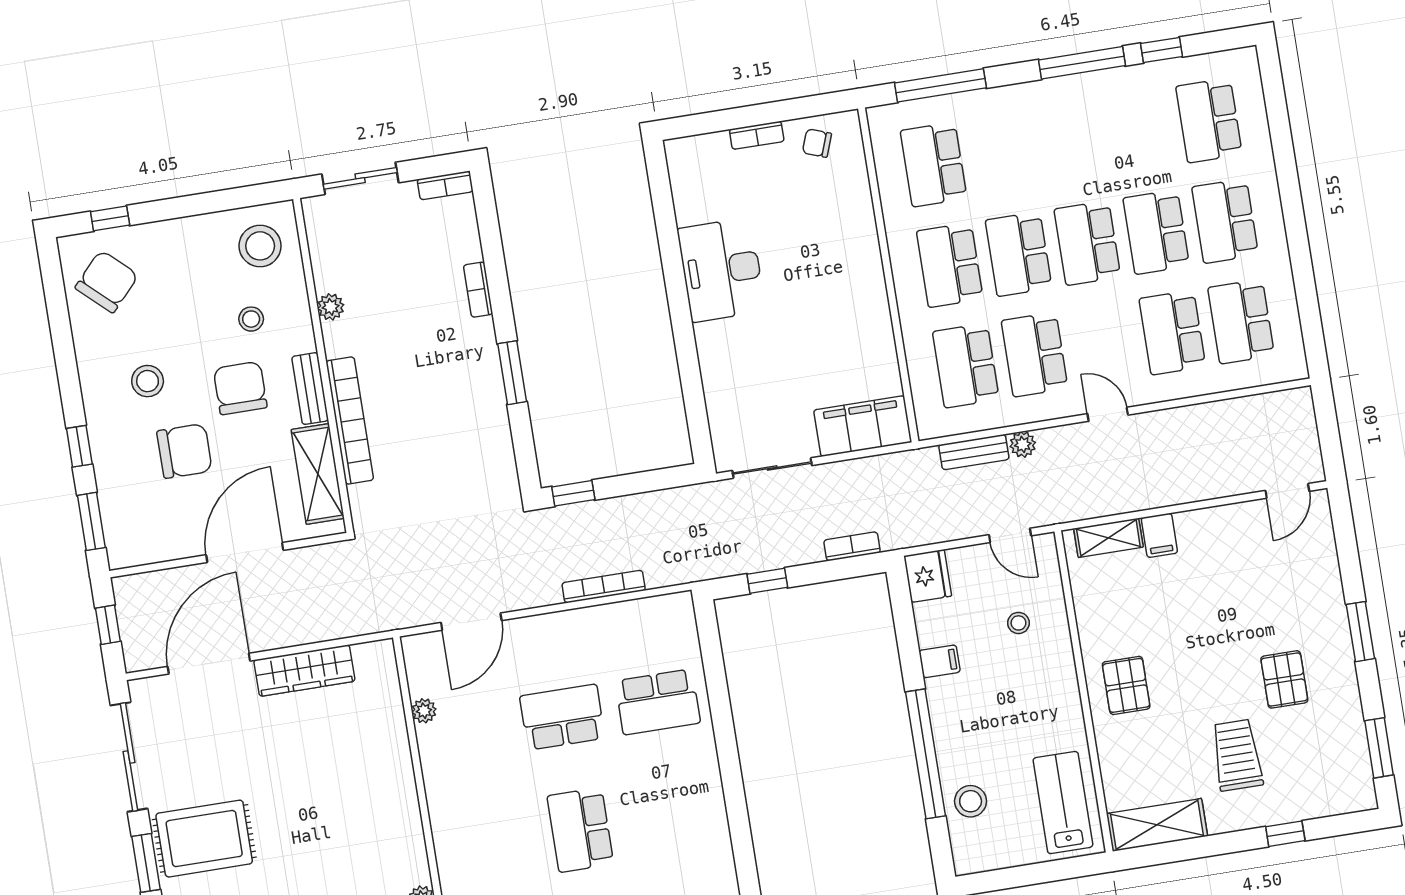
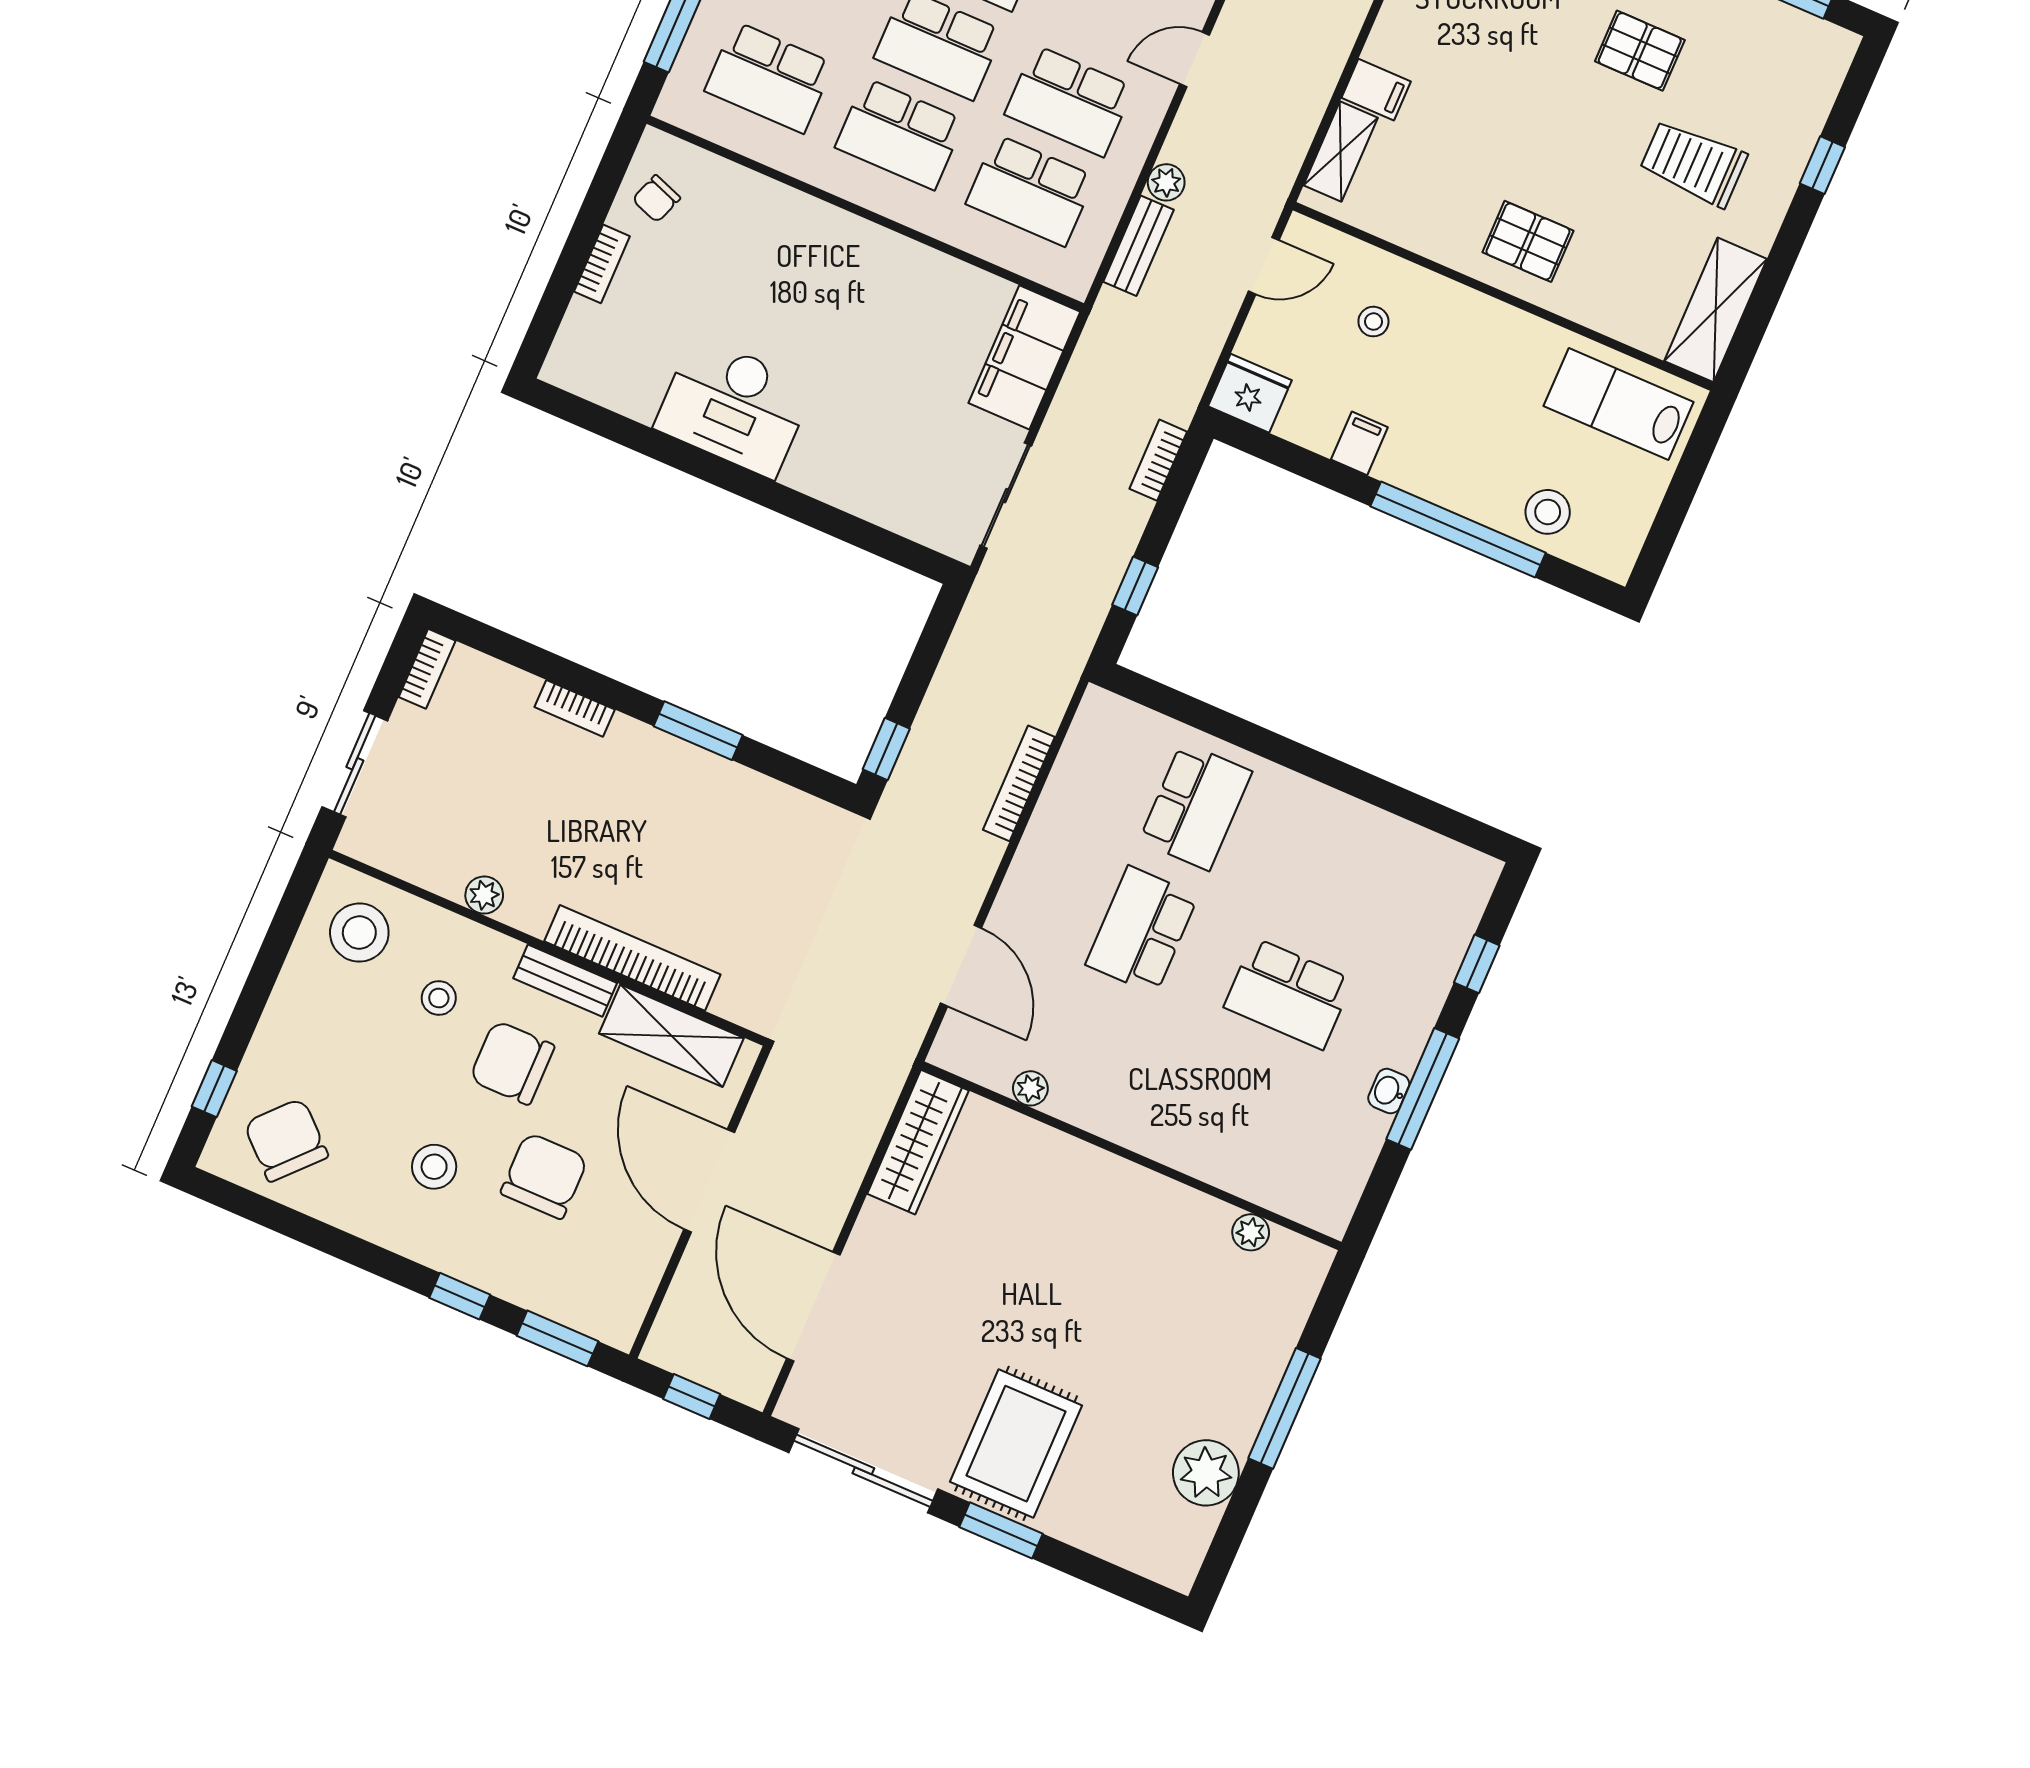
wardrobe: (304, 671) -> (918, 1142), moved

